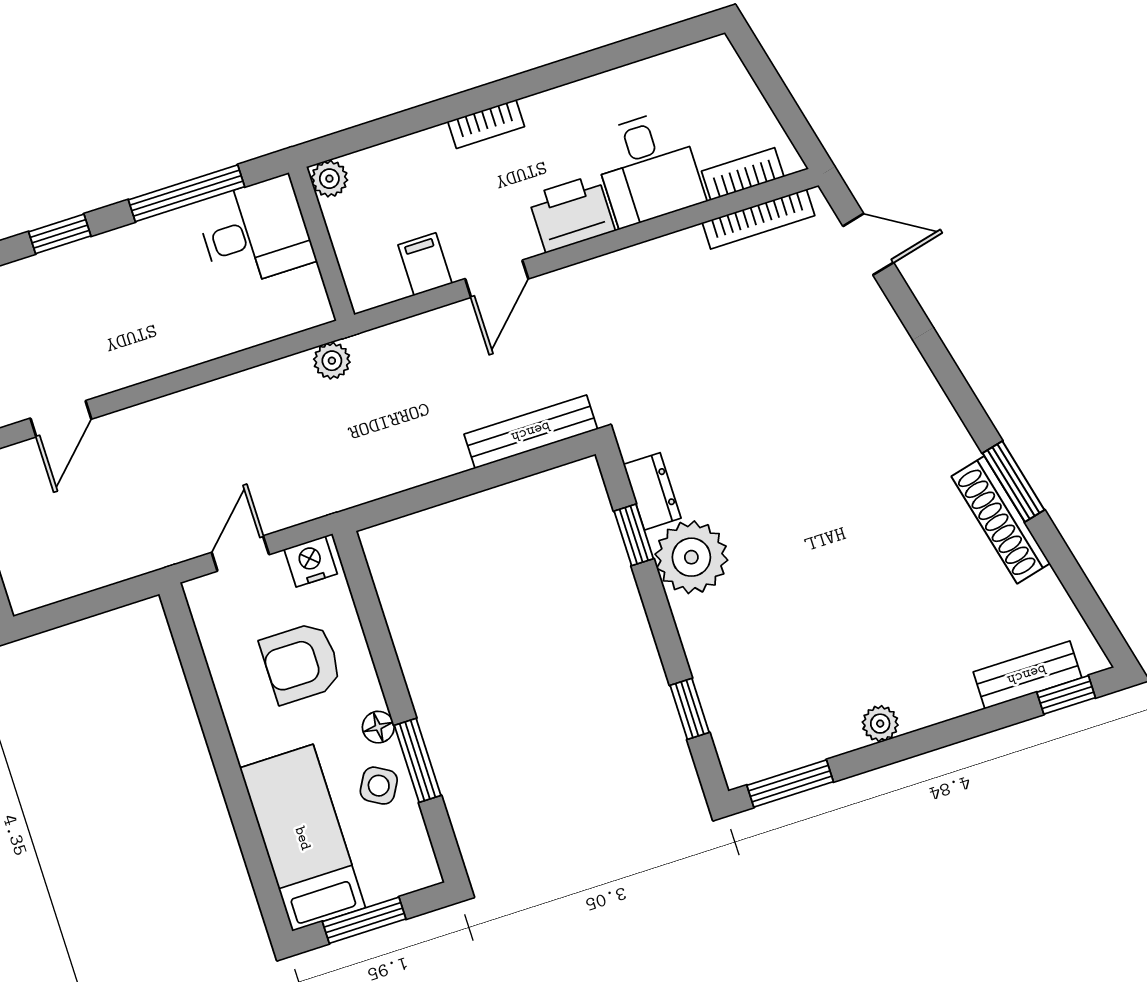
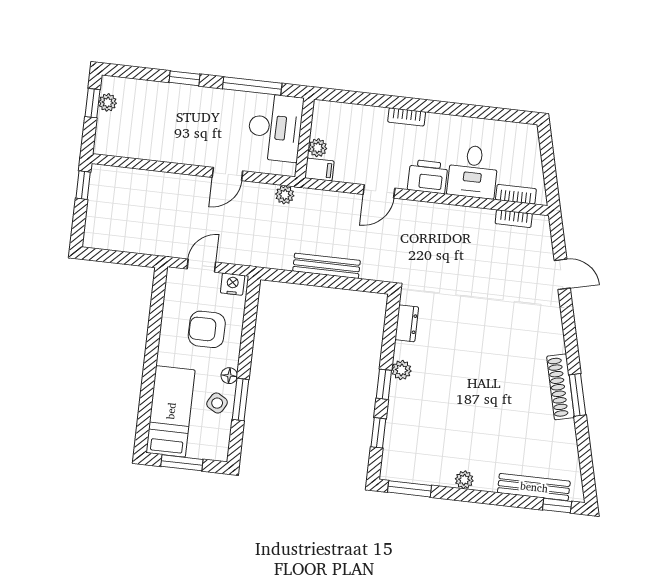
plant: (329, 179) -> (318, 148), moved
bookcase: (758, 219) -> (514, 219), width x0.64
desk: (255, 232) -> (275, 127), width x1.37
door: (868, 244) -> (562, 274), moved
filing cabinet: (425, 264) -> (319, 170), moved, turned 90
door: (61, 419) -> (227, 174), moved
bench: (531, 432) -> (327, 266), moved
shoe rack: (1001, 520) -> (561, 387), moved
window: (634, 535) -> (384, 384), moved
plant: (691, 557) -> (401, 370), width x0.53, depth x0.53
bench: (1027, 675) -> (534, 487), width x1.36

